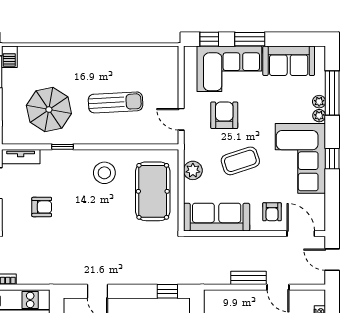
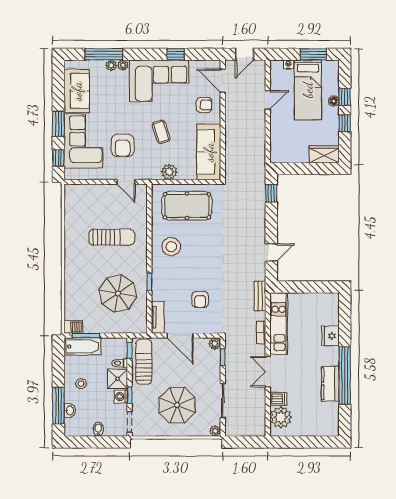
sun lounger: (116, 102) -> (112, 237), turned 93
armchair: (224, 115) -> (123, 145), turned -90
door: (181, 119) -> (126, 182), hinge flipped
window: (332, 159) -> (176, 54), moved
coffee table: (240, 161) -> (161, 132), width x0.73, depth x0.77
armchair: (42, 207) -> (200, 300), turned 180
door: (301, 234) -> (223, 81), hinge flipped
bench: (249, 278) -> (260, 296), moved

